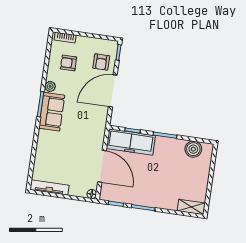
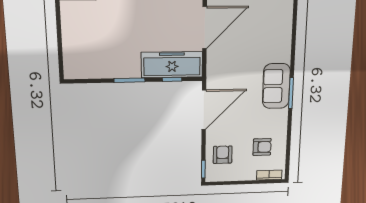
plant: (50, 86) -> (281, 116), removed
door: (113, 91) -> (204, 110), moved
boiler: (193, 149) -> (89, 68), removed
door: (102, 166) -> (205, 28), swing flipped

